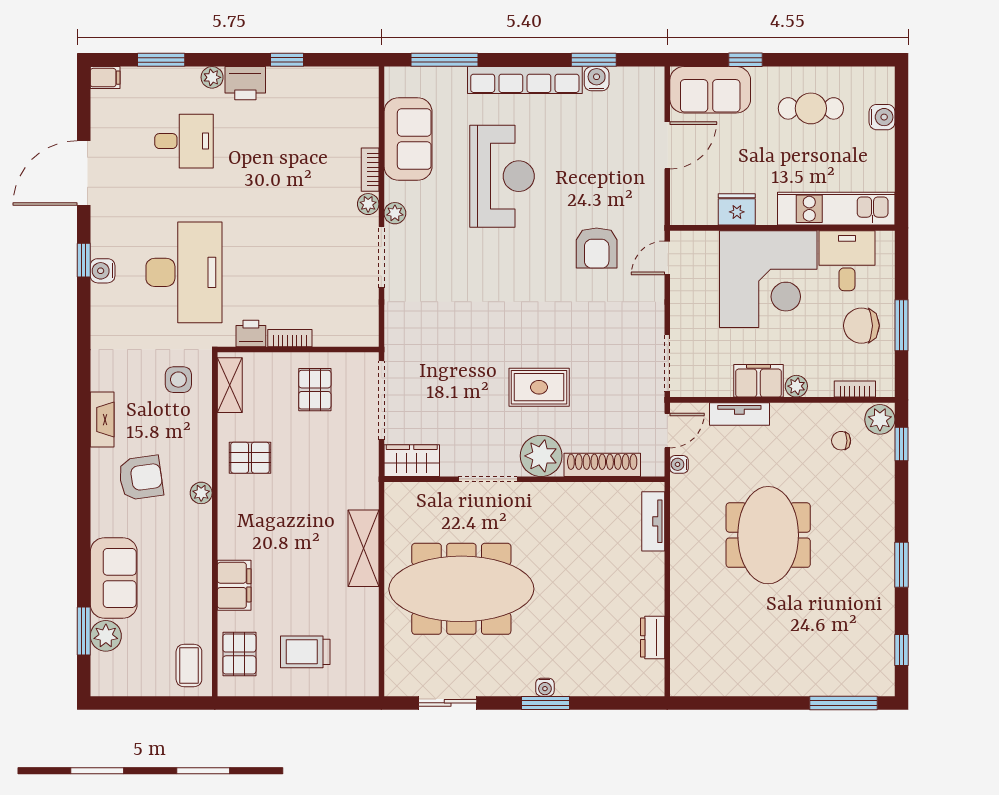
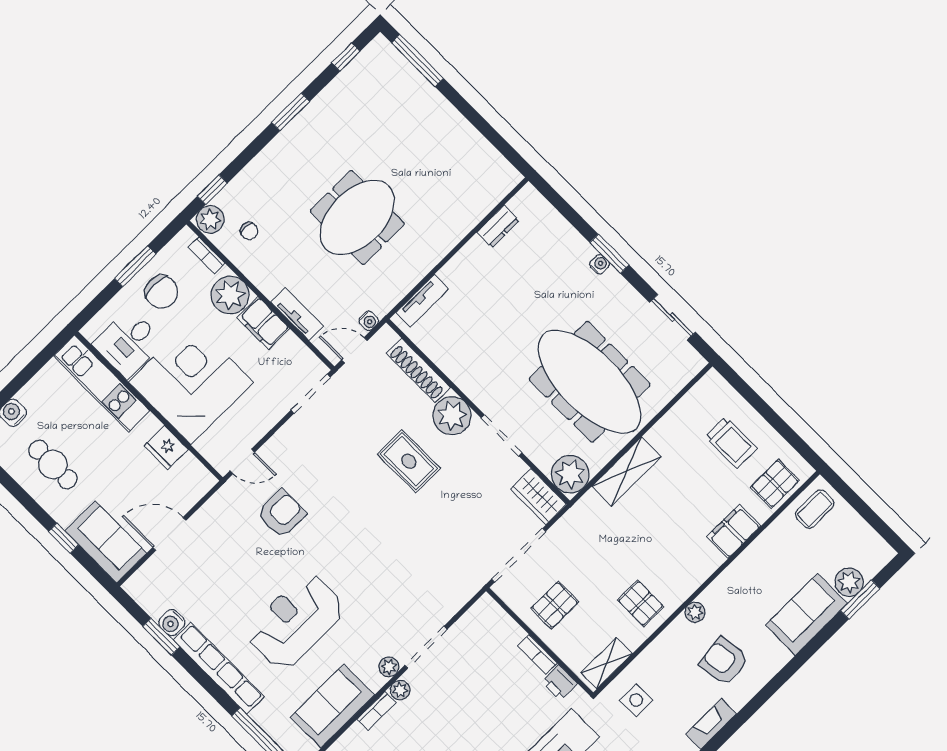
plant: (796, 386) -> (230, 295), width x1.88, depth x1.88
plant: (405, 502) -> (570, 474), added

